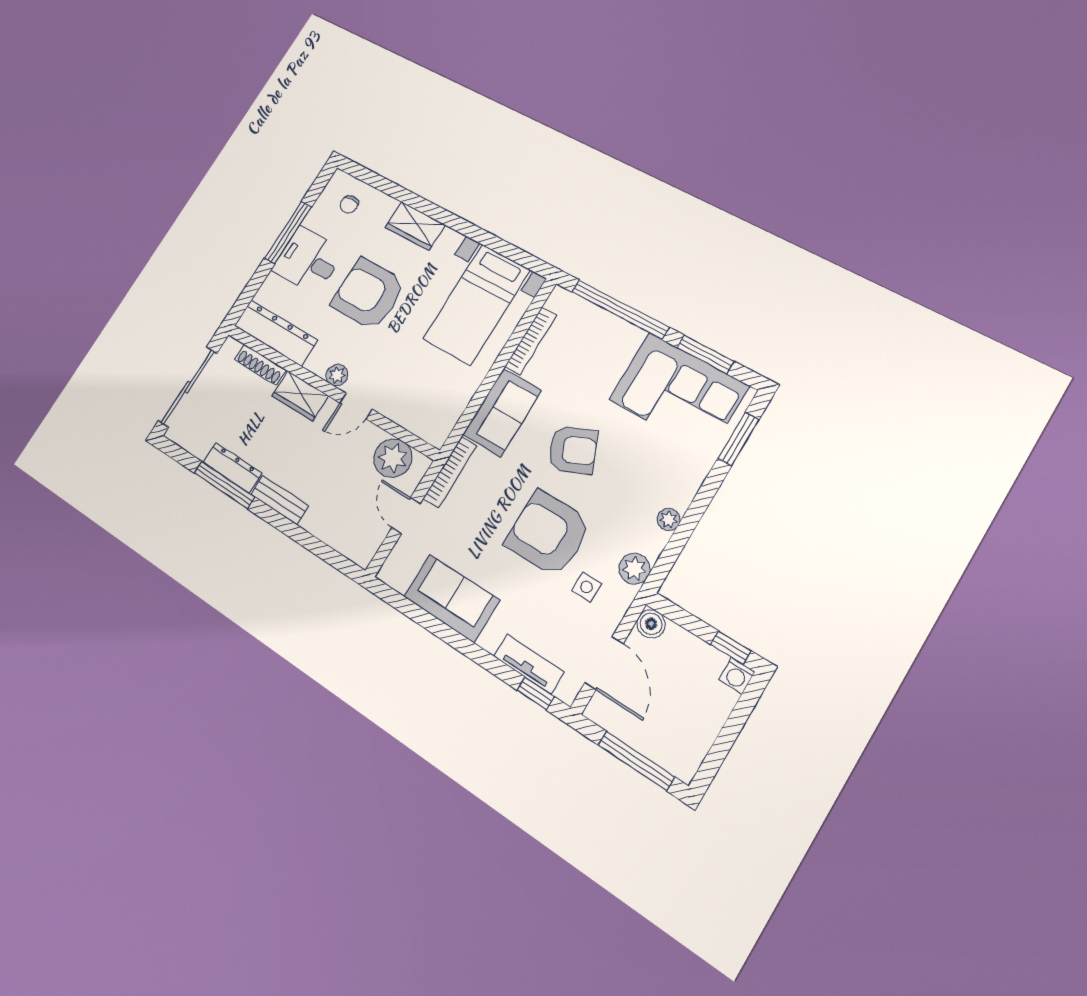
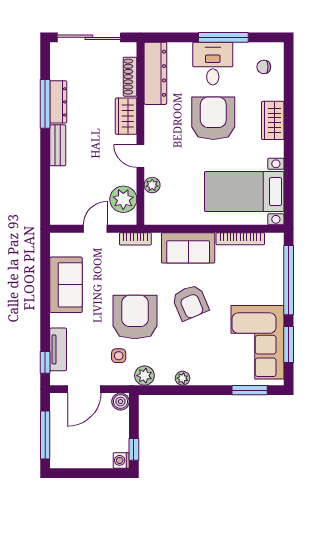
plant: (337, 375) -> (152, 185), moved
bookcase: (450, 472) -> (135, 239), width x0.64

